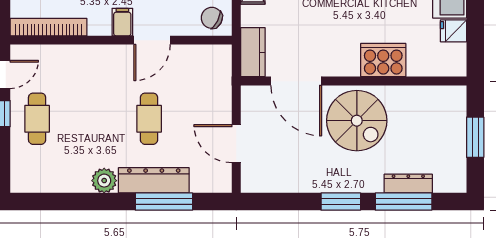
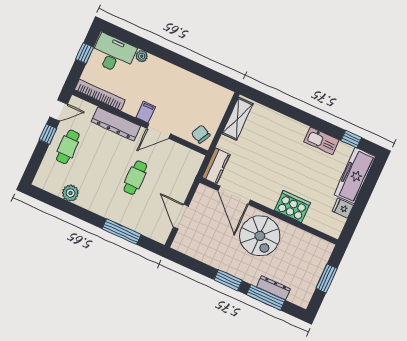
dresser: (154, 180) -> (116, 124), moved, turned 180
plant: (104, 181) -> (70, 193), moved

